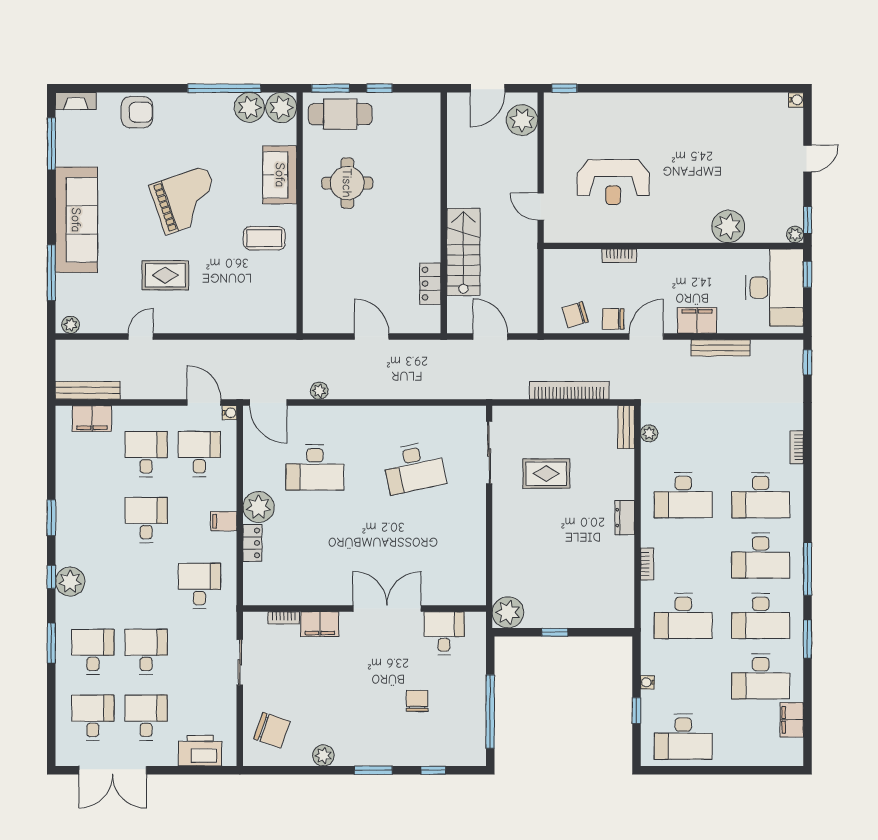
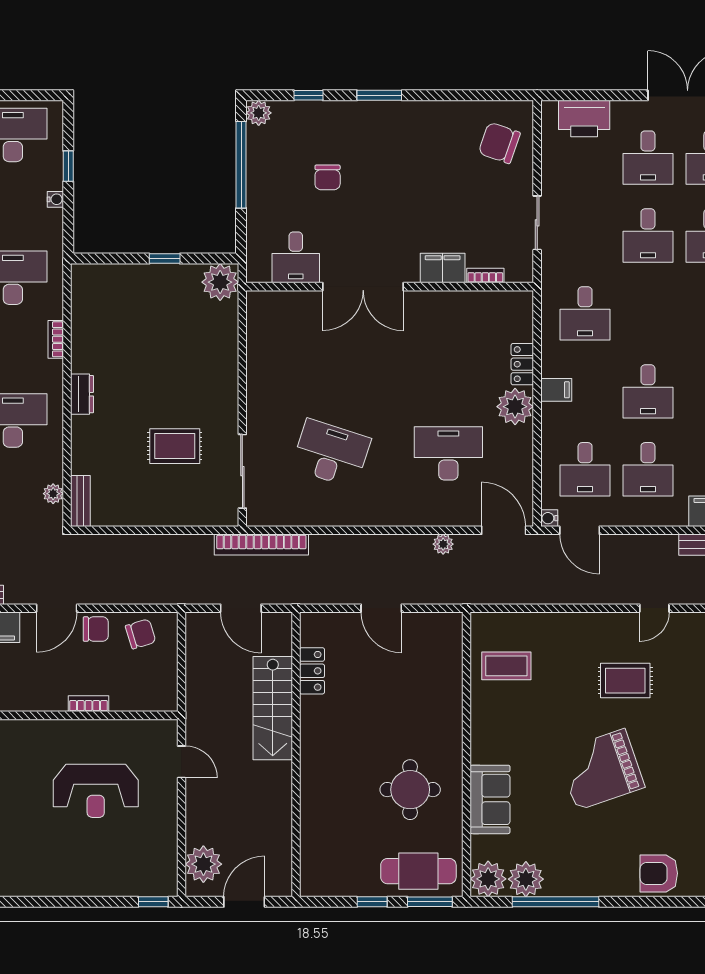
reception desk: (613, 182) -> (96, 791), turned 180
coffee table: (264, 238) -> (506, 666), moved
bookcase: (569, 390) -> (261, 545), moved
desk: (414, 467) -> (331, 453), turned 30
plant: (323, 755) -> (259, 113), moved

